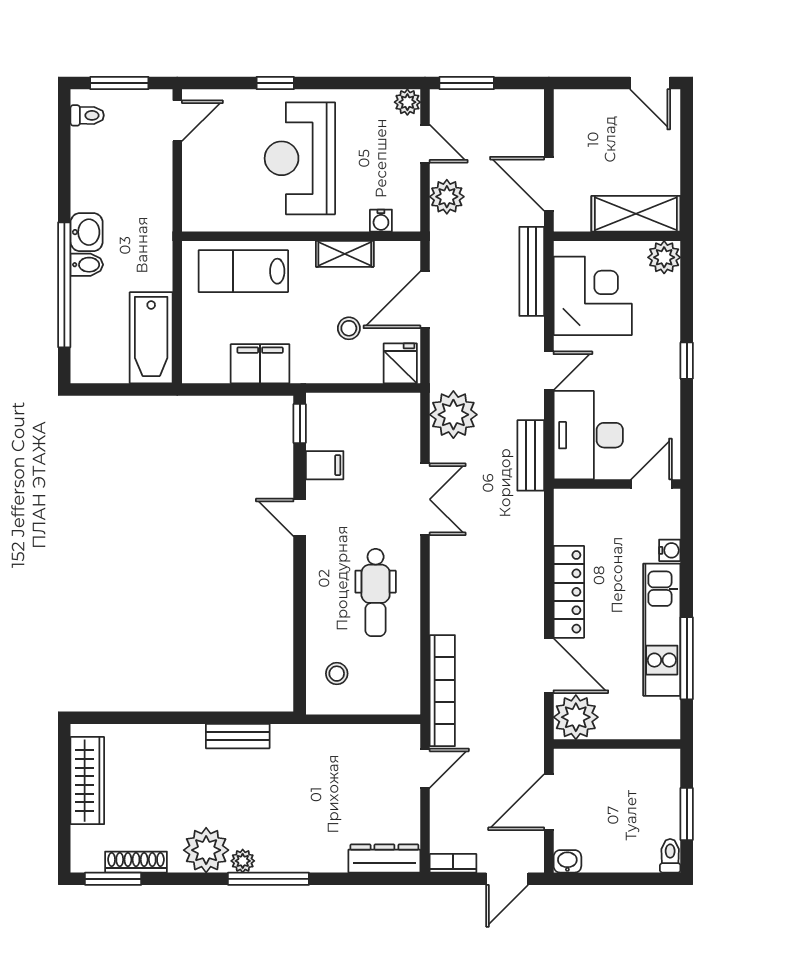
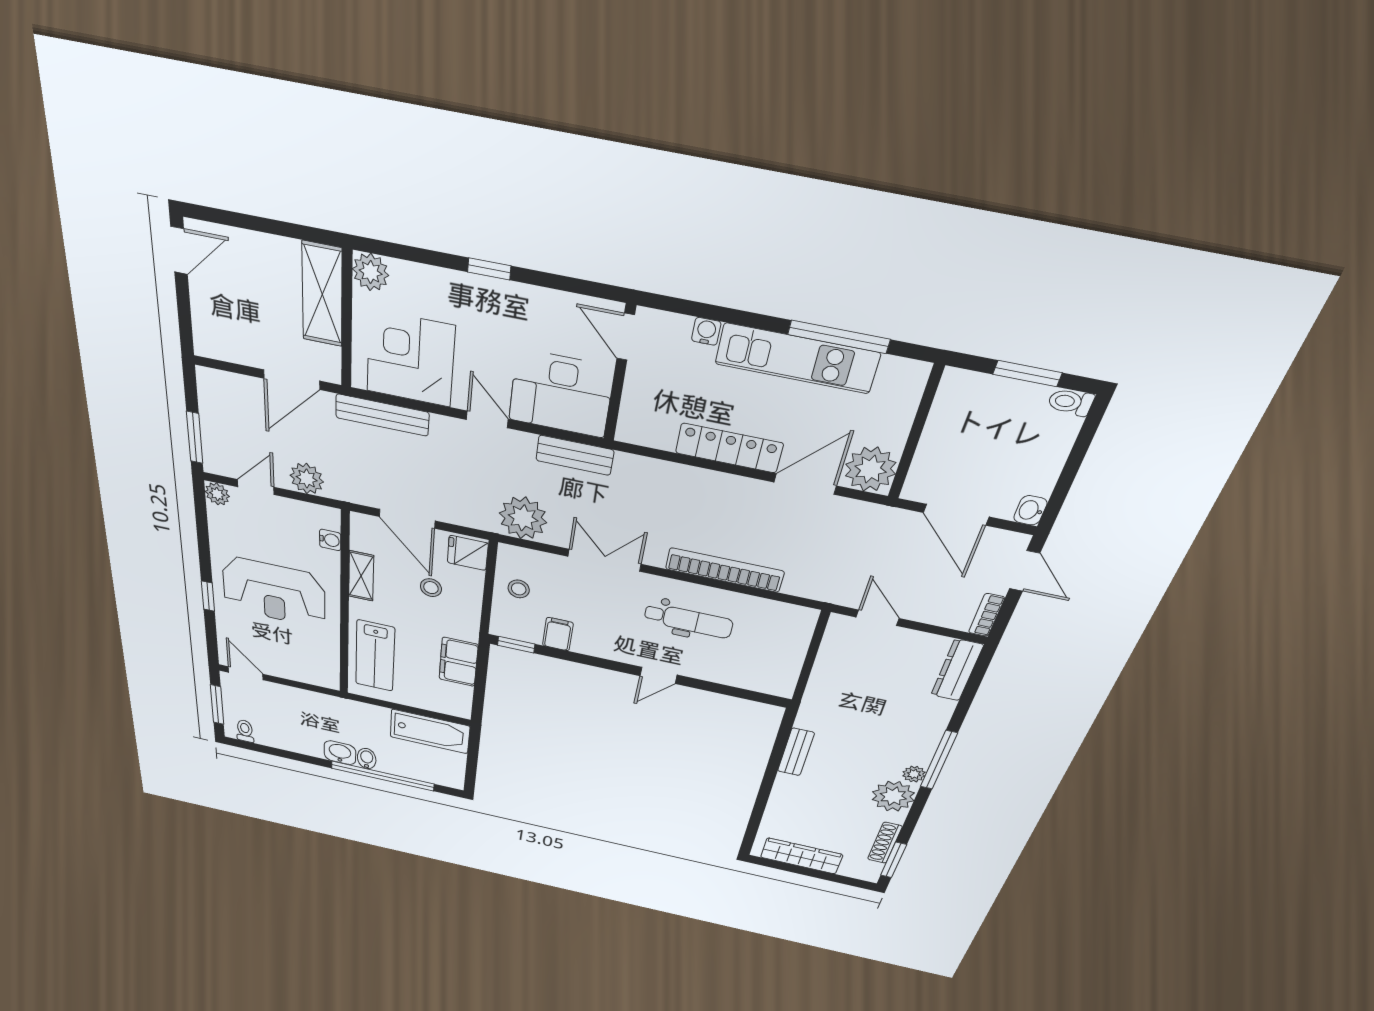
door: (300, 517) -> (658, 675), moved
stool: (337, 674) -> (519, 589), moved
bookcase: (442, 691) -> (725, 570), moved

